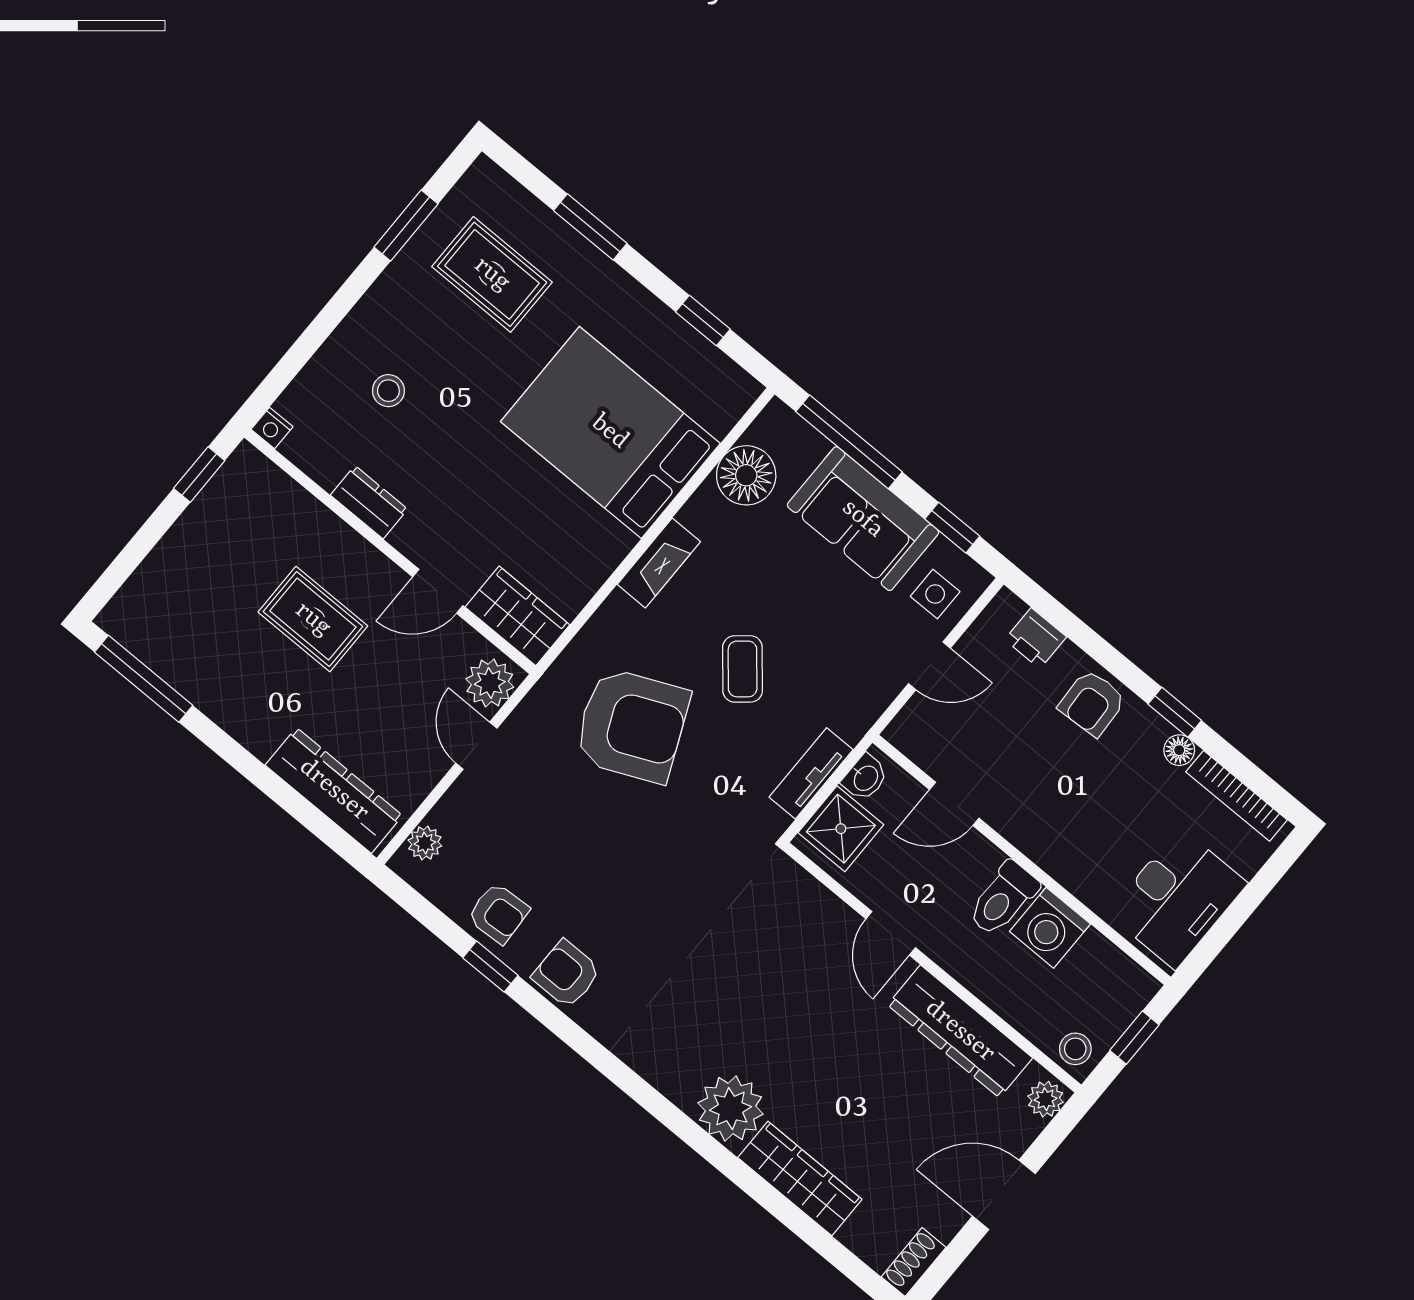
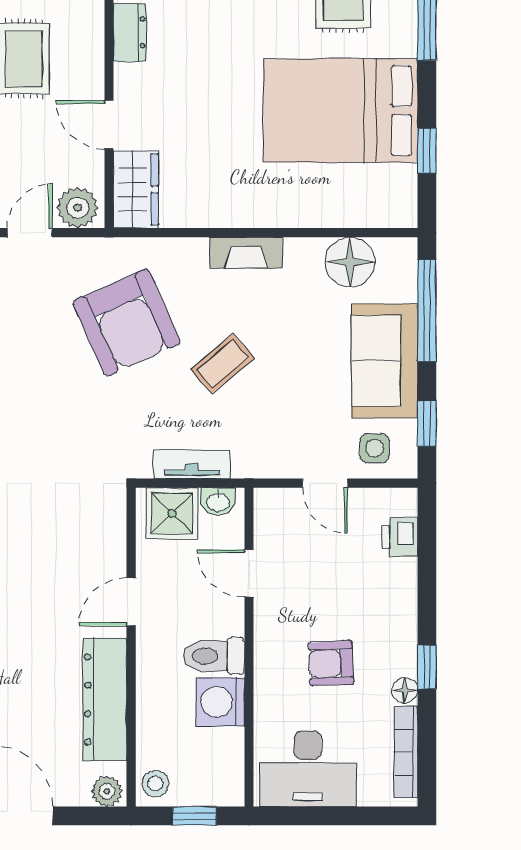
bed: (610, 432) -> (341, 111), moved, turned -90
armchair: (1092, 703) -> (331, 663), moved

